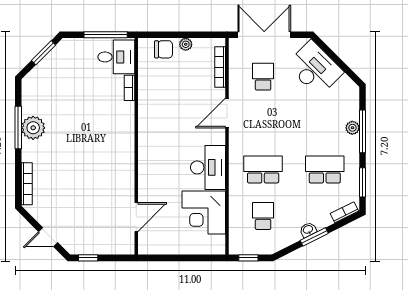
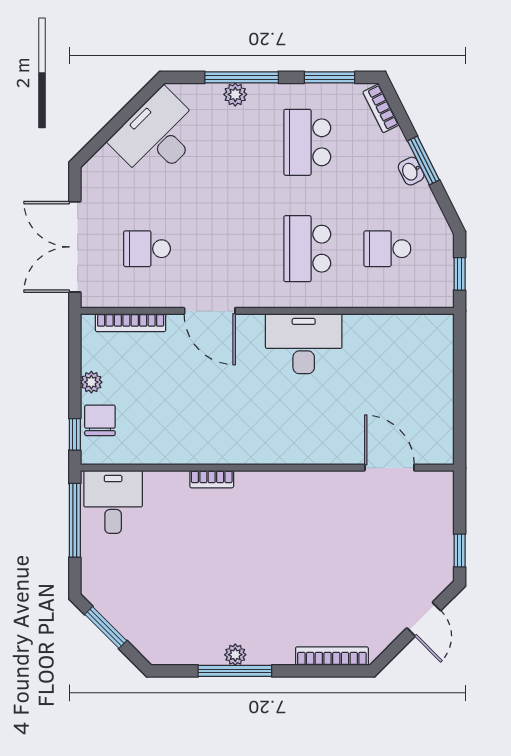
window: (155, 35) -> (75, 434), added
desk: (315, 68) -> (157, 135), moved
bookcase: (130, 88) -> (212, 479), moved
plant: (33, 128) -> (235, 655), width x0.53, depth x0.53
corner desk: (204, 213) -> (381, 351), removed

